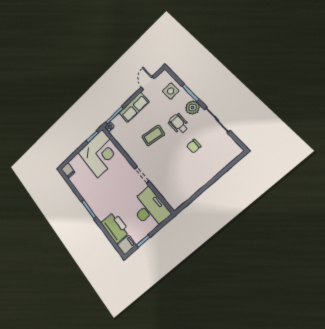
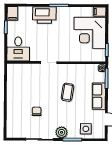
wheelchair: (179, 124) -> (60, 115), removed
corner desk: (100, 153) -> (90, 33), moved
desk: (150, 209) -> (18, 49), width x0.73
printer: (115, 227) -> (44, 15), moved

